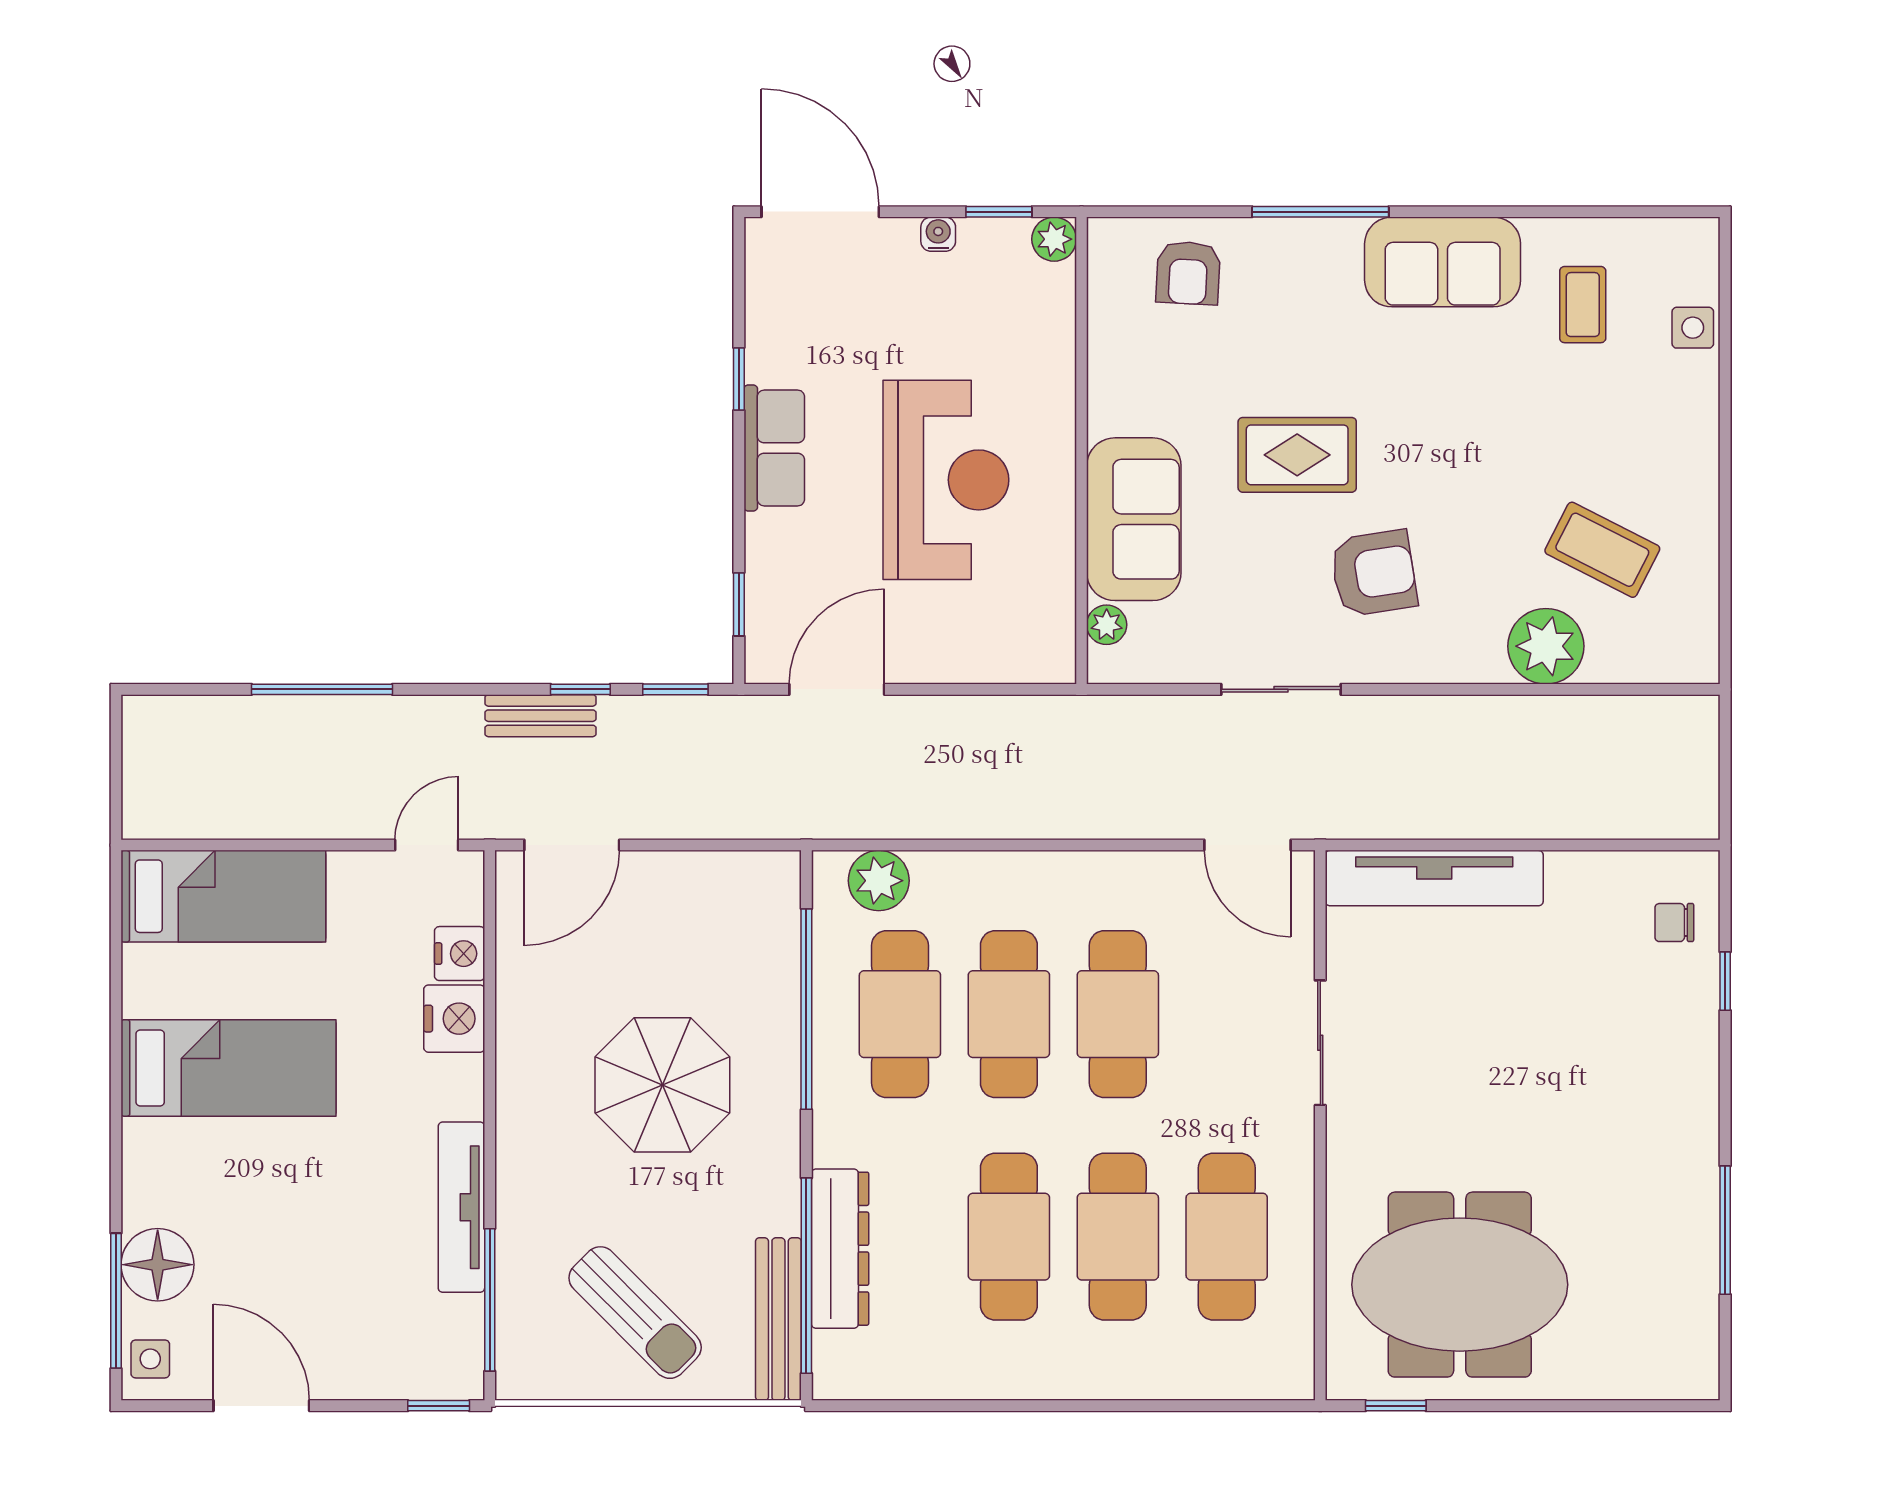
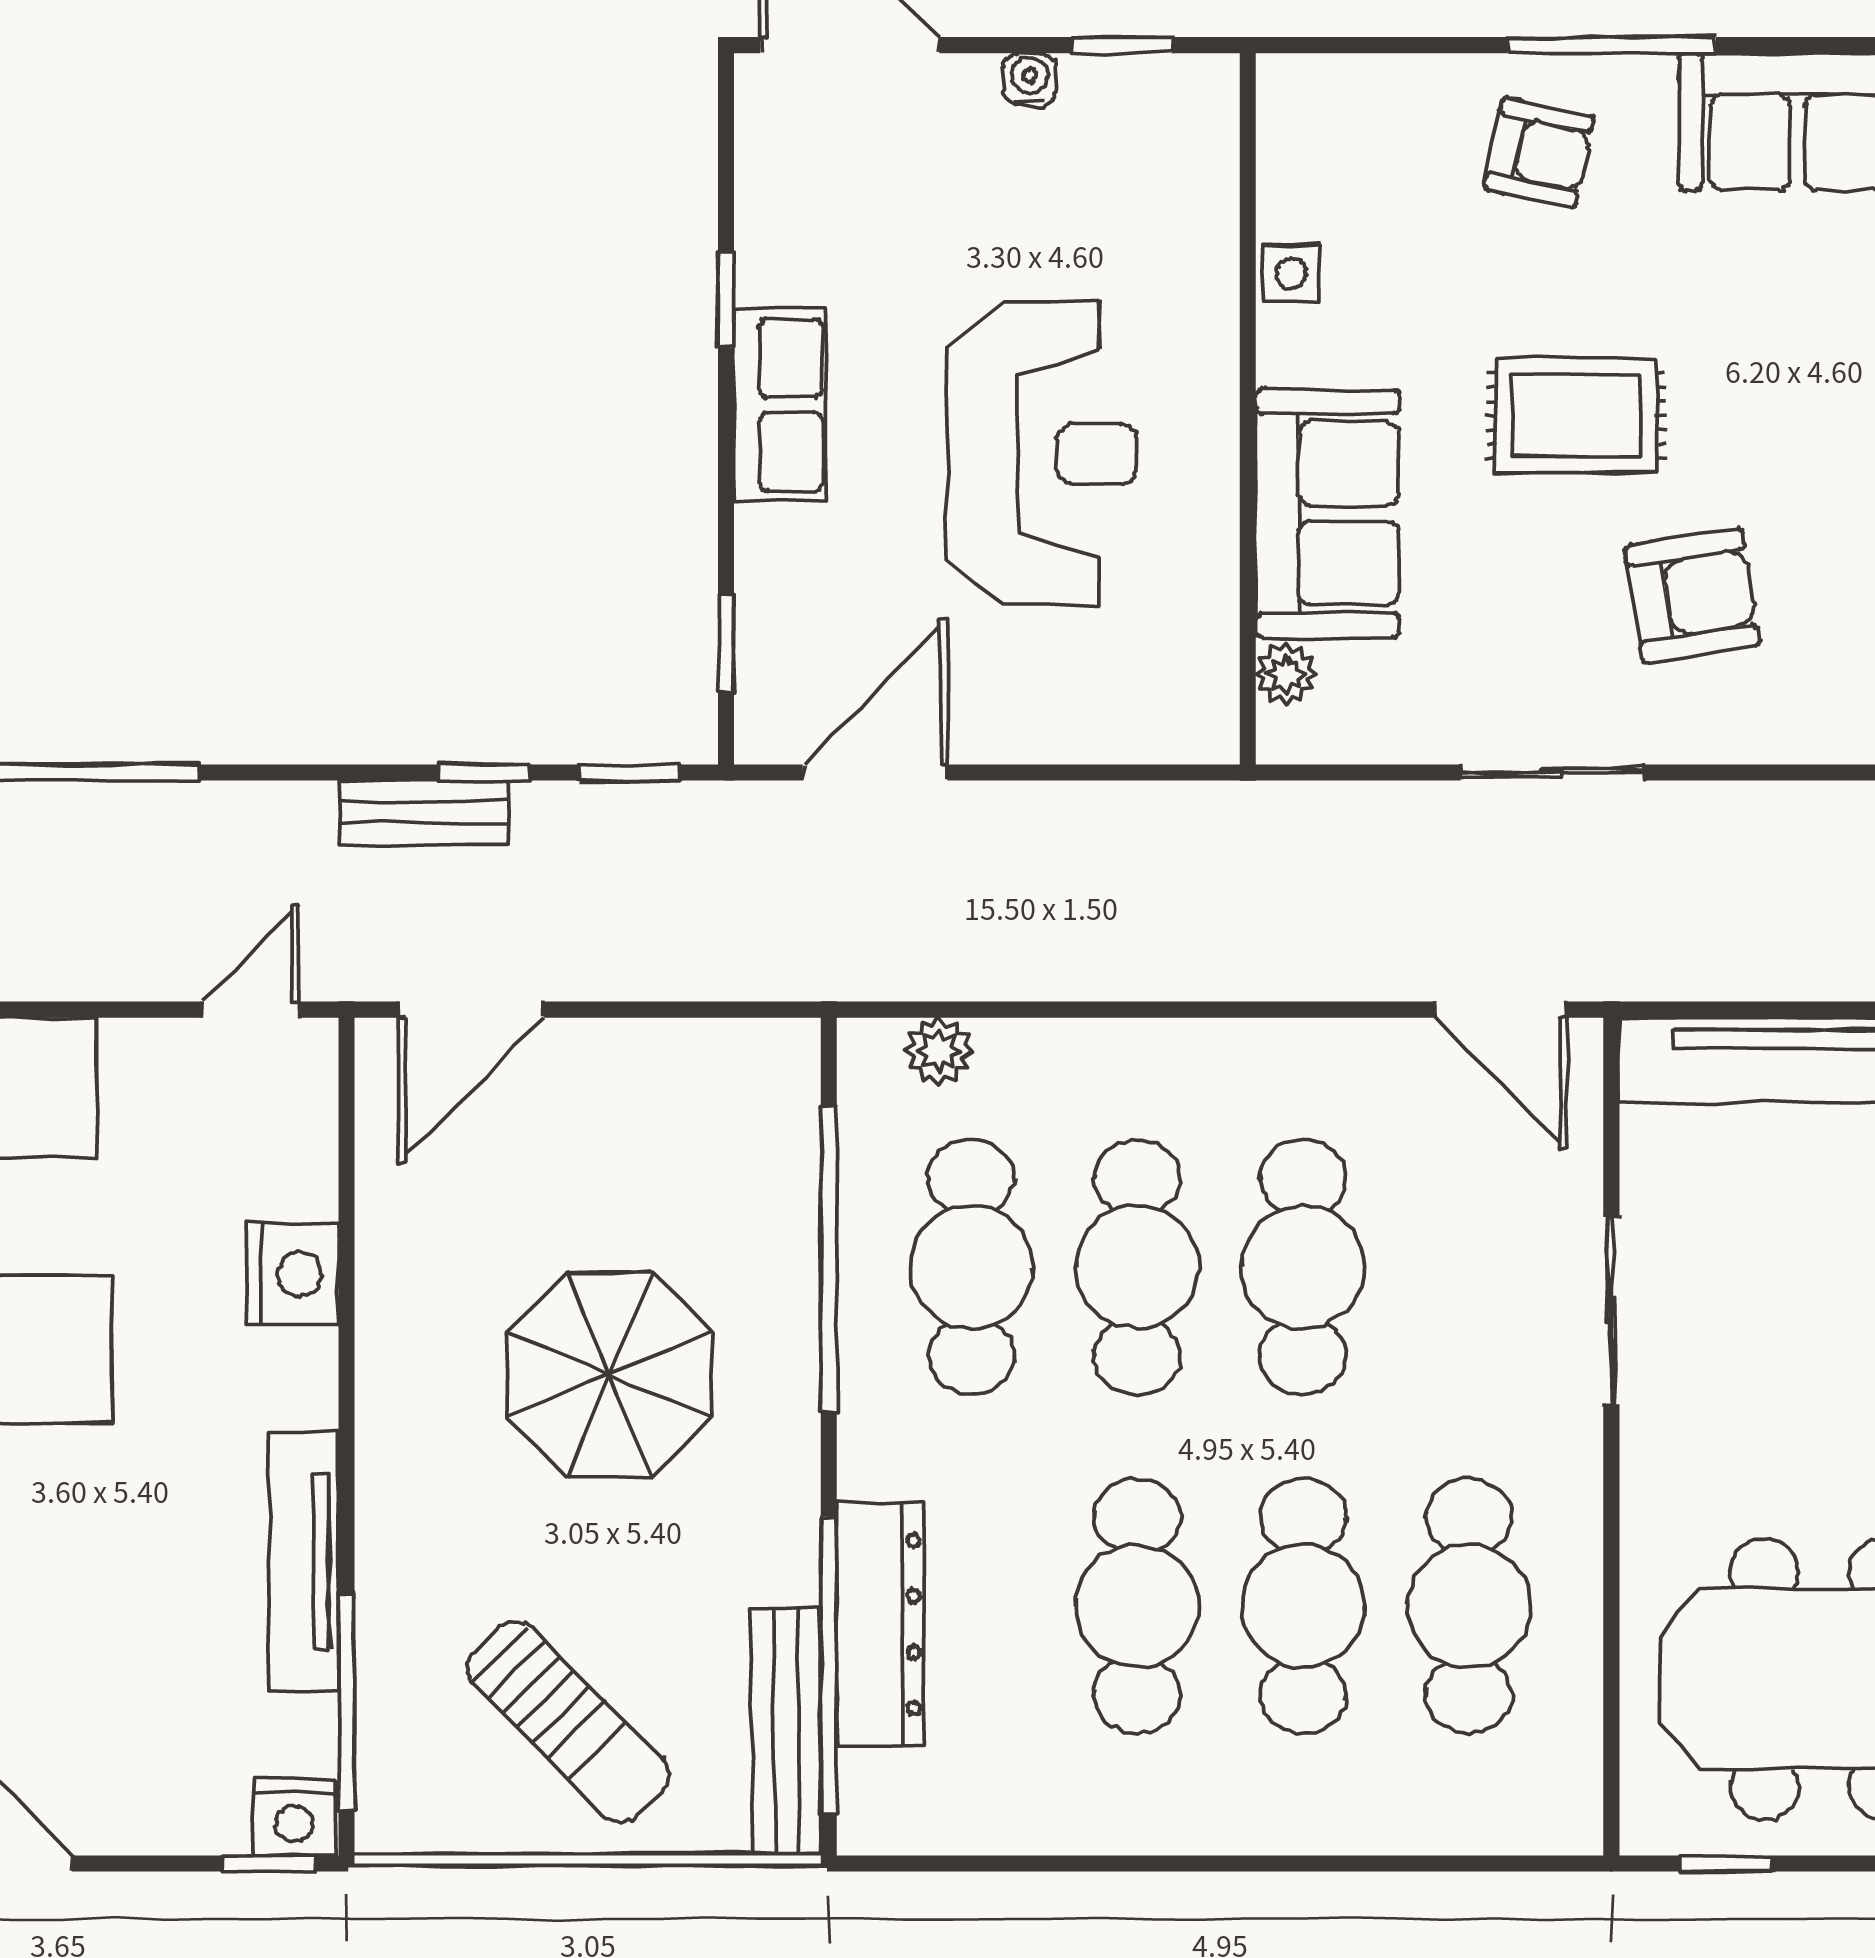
plant: (1054, 239) -> (1206, 87), removed
armchair: (1188, 273) -> (1539, 153), moved, turned -81
side table: (1110, 362) -> (1291, 273), added
plant: (879, 881) -> (939, 1051), width x0.73, depth x0.73
nightstand: (460, 954) -> (295, 1818), moved, turned 90

